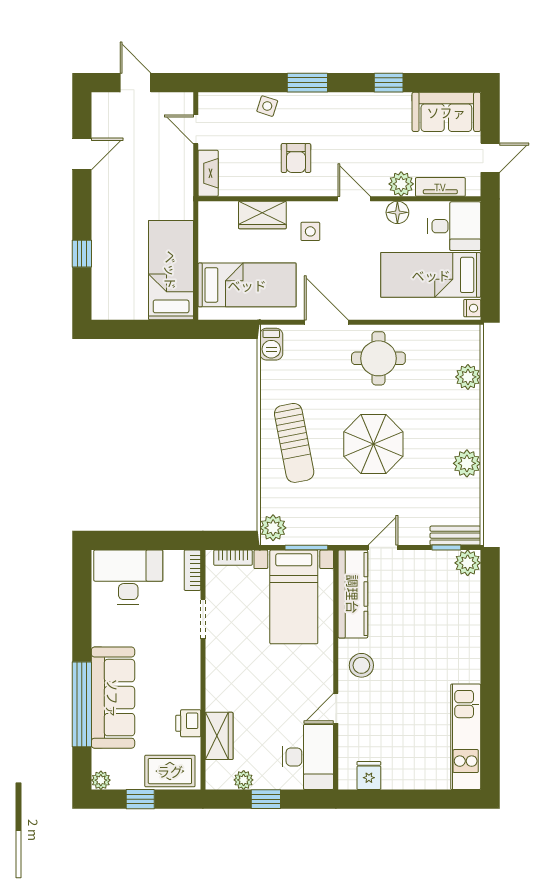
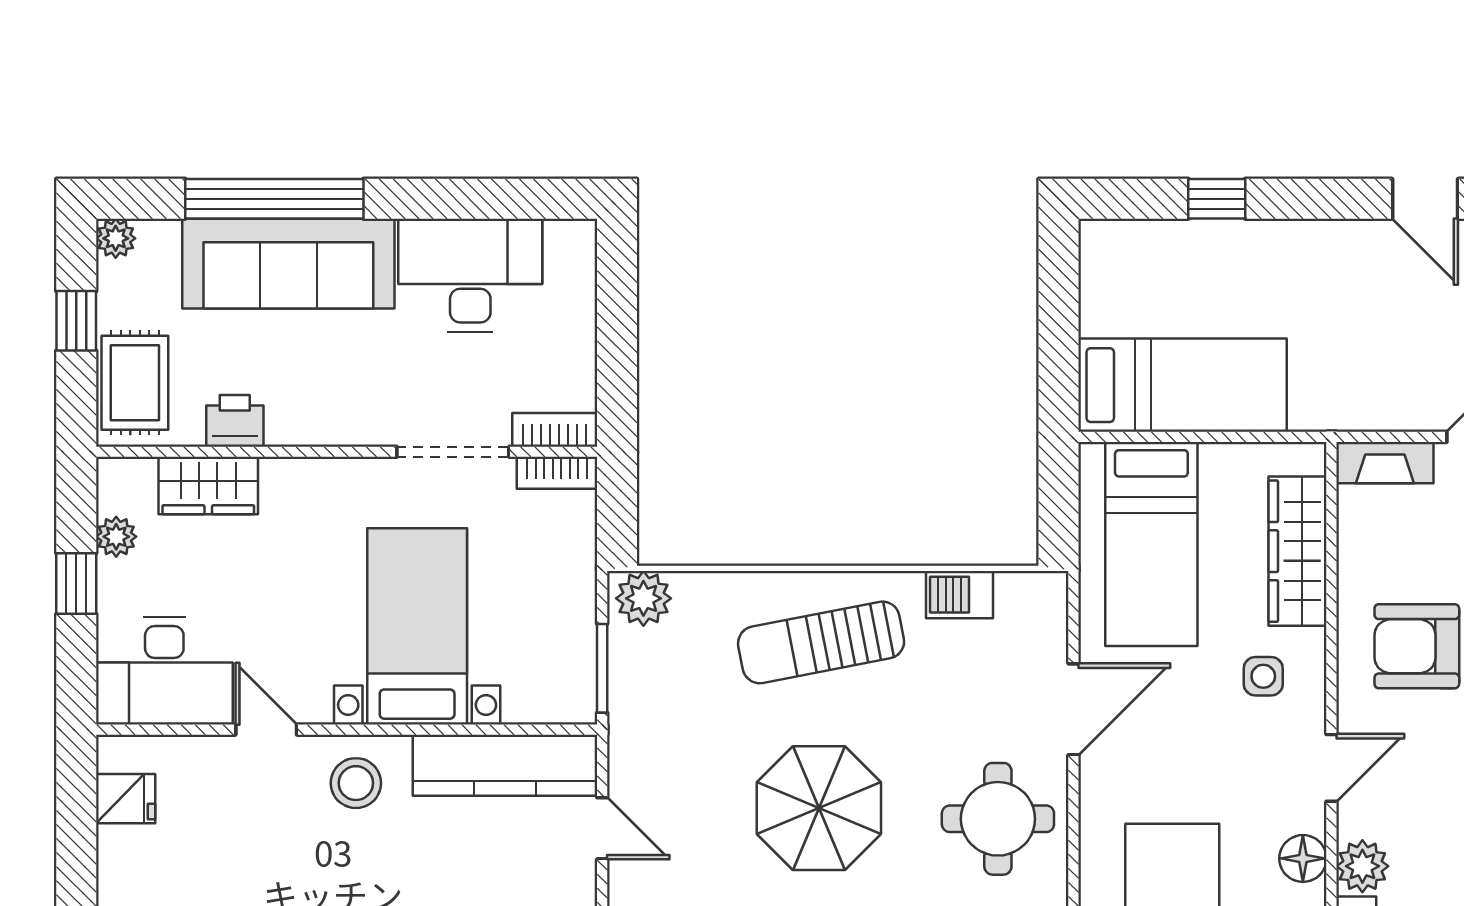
armchair: (296, 158) -> (1417, 646), width x1.38, depth x1.38
wardrobe: (262, 215) -> (1298, 551), width x1.50
barbecue: (271, 344) -> (960, 595), moved
bookcase: (233, 558) -> (557, 473), moved, turned -90
desk: (128, 577) -> (470, 275), moved, turned -90
bed with nightstands: (294, 597) -> (417, 626), moved, turned 90
doorway: (203, 619) -> (453, 452), width x1.38

